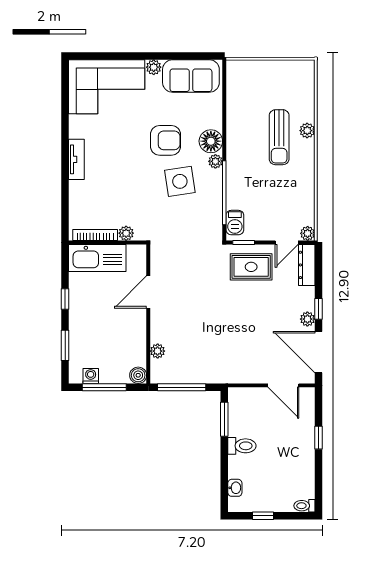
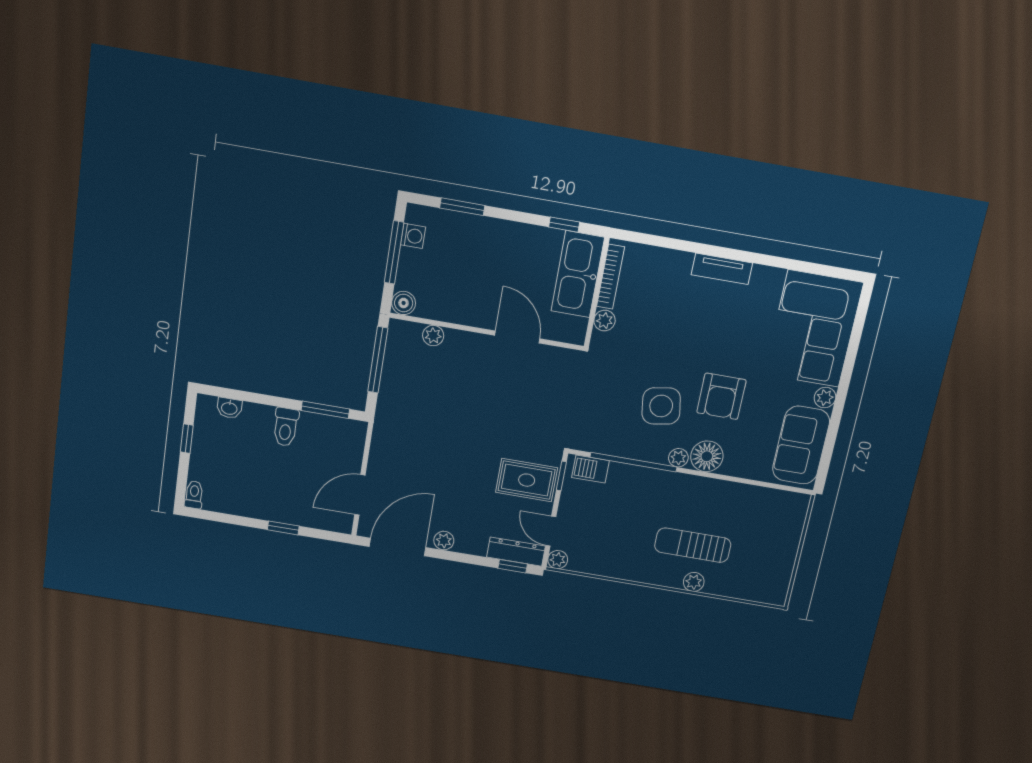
rug: (251, 267) -> (527, 480), turned 90
window: (65, 299) -> (564, 225), moved
window: (318, 309) -> (513, 566), moved

